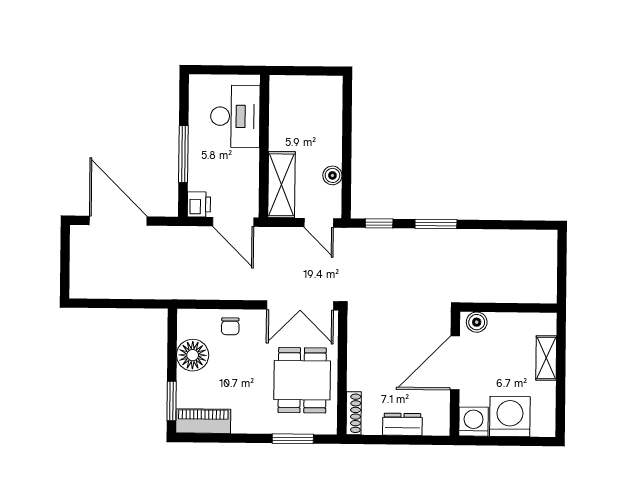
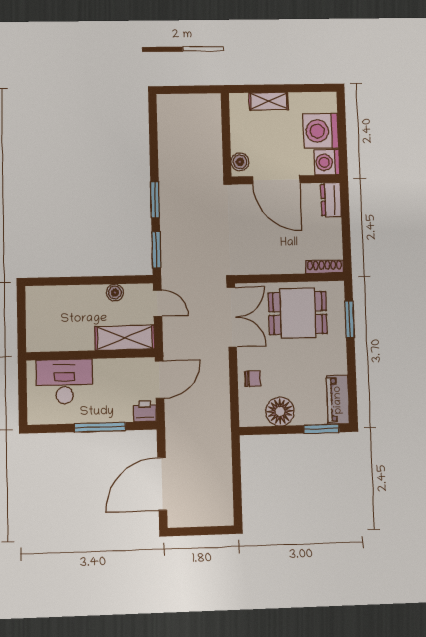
door: (319, 223) -> (158, 303), hinge flipped
window: (379, 223) -> (156, 250), width x1.50
dresser: (402, 424) -> (331, 200), moved

